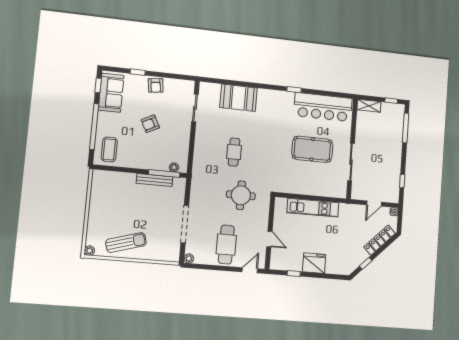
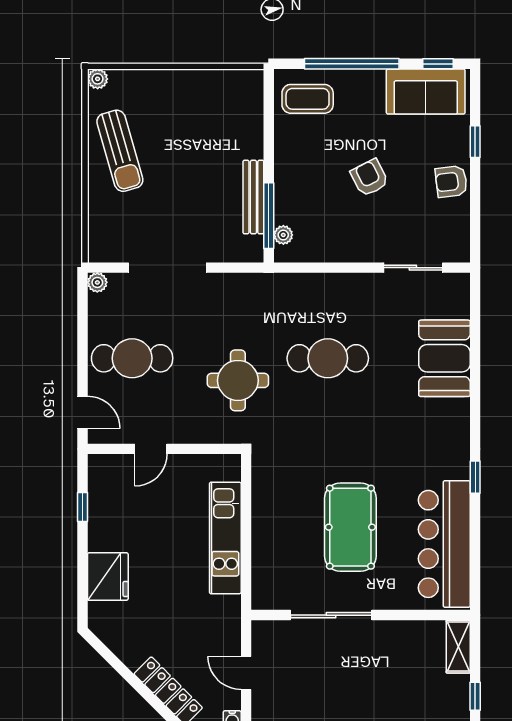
cafe table: (234, 152) -> (328, 358), width x1.37, depth x1.35
fridge: (314, 263) -> (108, 576), moved
window: (366, 263) -> (116, 663), removed

